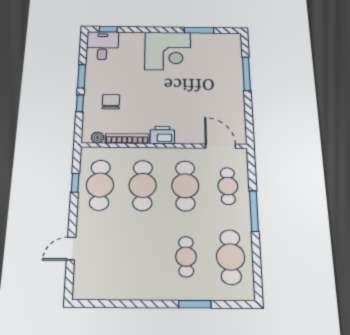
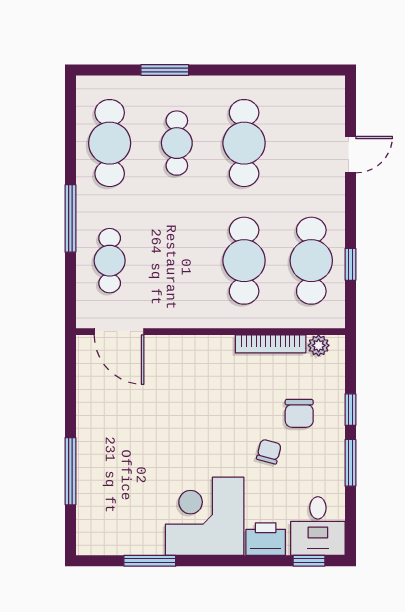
chair: (130, 82) -> (269, 452), added
printer: (162, 135) -> (266, 539), moved, turned 180
cafe table: (185, 186) -> (244, 143), moved

